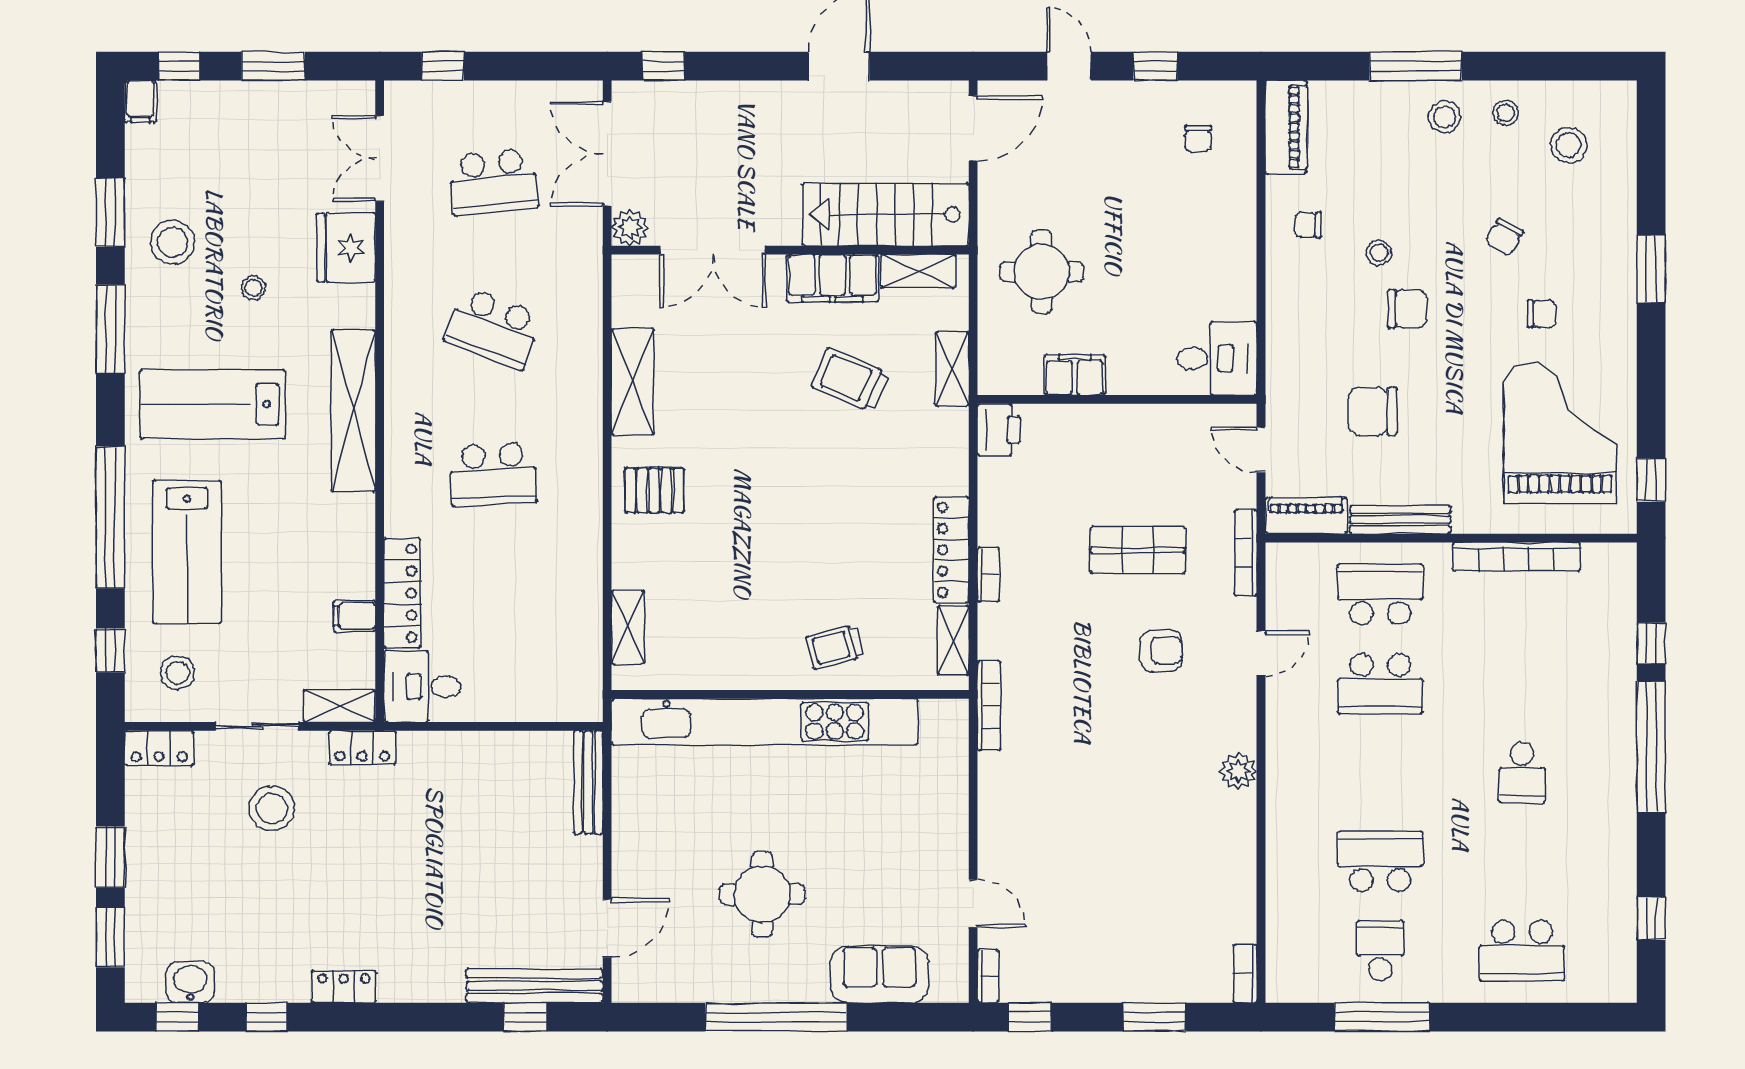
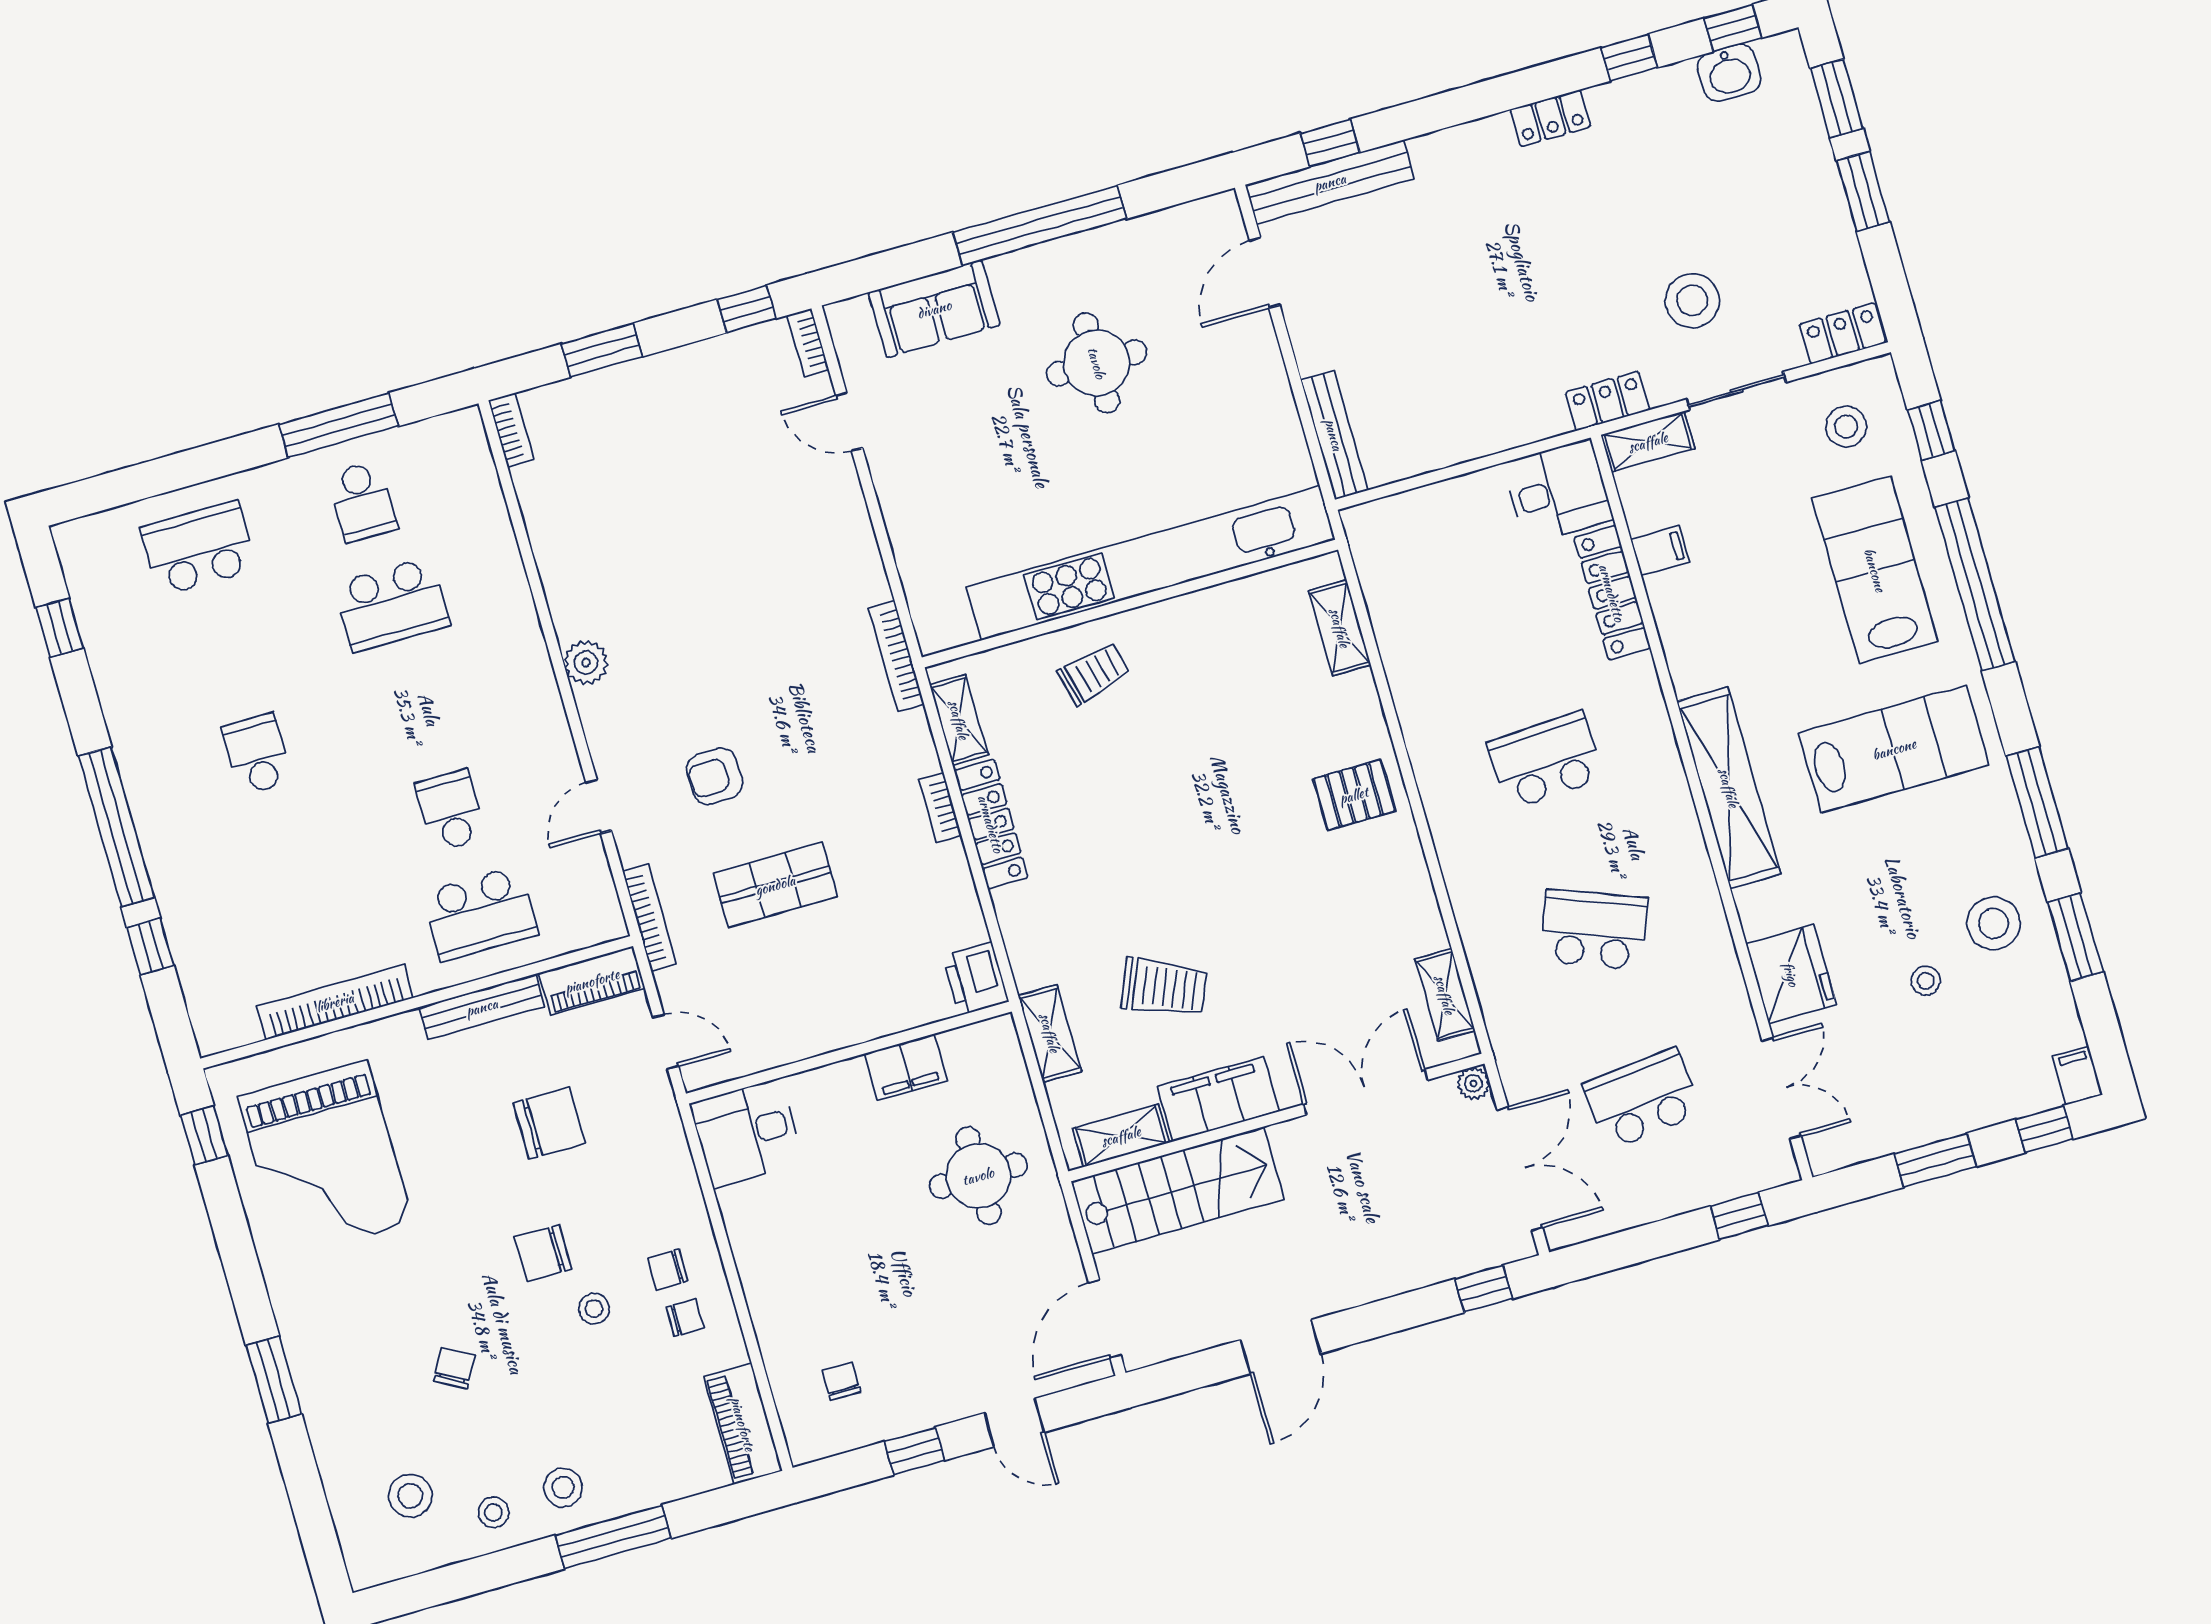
plant: (630, 227) -> (1473, 1084), width x0.73, depth x0.73
stool: (253, 288) -> (1926, 981), moved
chair: (1542, 314) -> (668, 1269), moved
shelving: (633, 382) -> (1445, 995), moved, width x0.67, depth x0.75
school desk: (1380, 684) -> (451, 811), width x0.54

